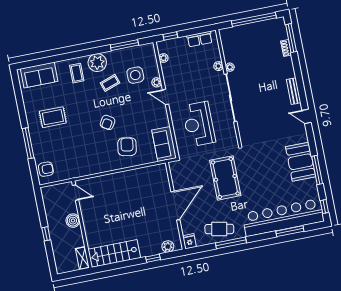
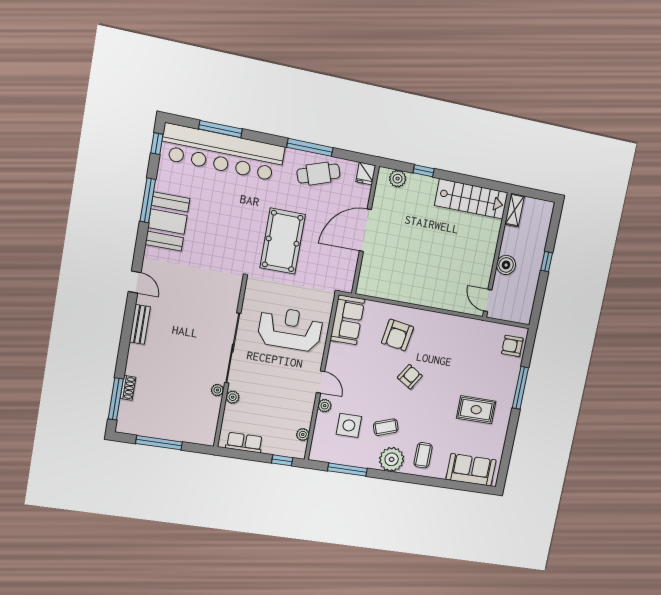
window: (254, 19) -> (159, 443), width x0.68
reception desk: (199, 124) -> (290, 329), turned -90
cafe table: (219, 229) -> (318, 174), turned -30

